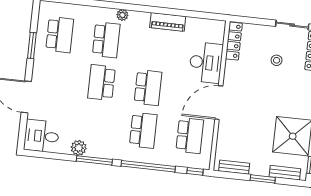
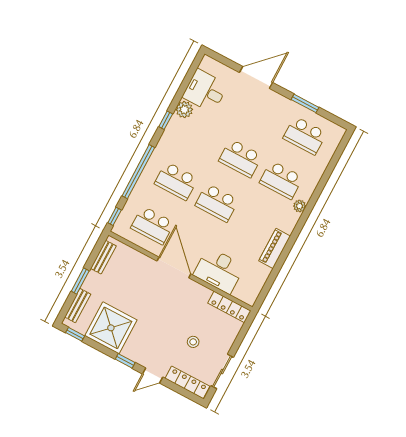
school desk: (101, 83) -> (240, 158), turned 180
desk: (42, 136) -> (205, 91), moved, turned -90
window: (94, 160) -> (166, 120), width x0.46

